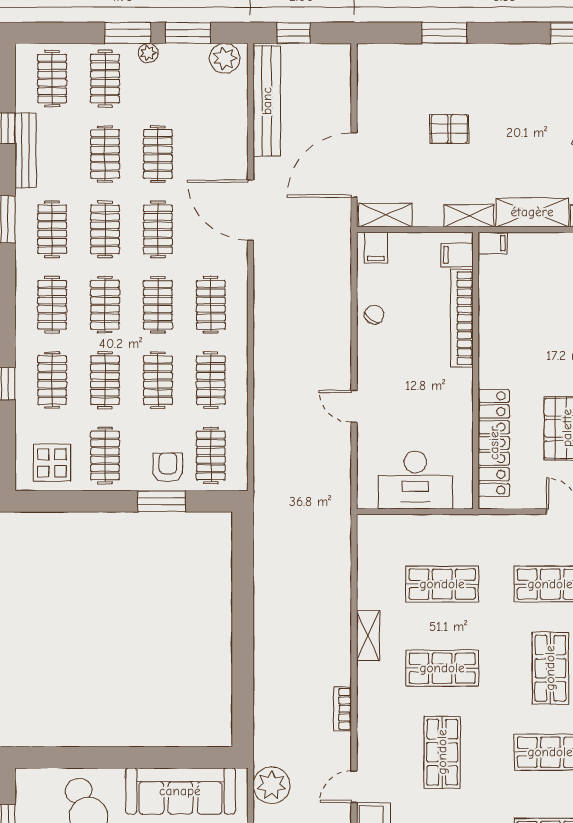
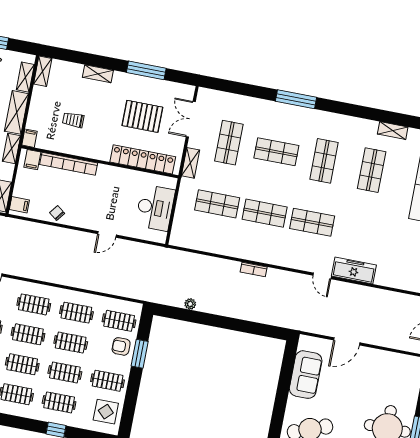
trolley: (538, 312) -> (73, 120), added
shop shelf: (442, 584) -> (217, 204), turned 90
shelving: (368, 635) -> (191, 163), moved, turned 90
shop shelf: (442, 668) -> (265, 213), turned 90
bookcase: (343, 709) -> (254, 269), moved
plant: (272, 785) -> (190, 304), moved, width x0.53, depth x0.53
sofa: (180, 791) -> (306, 375), width x0.73

